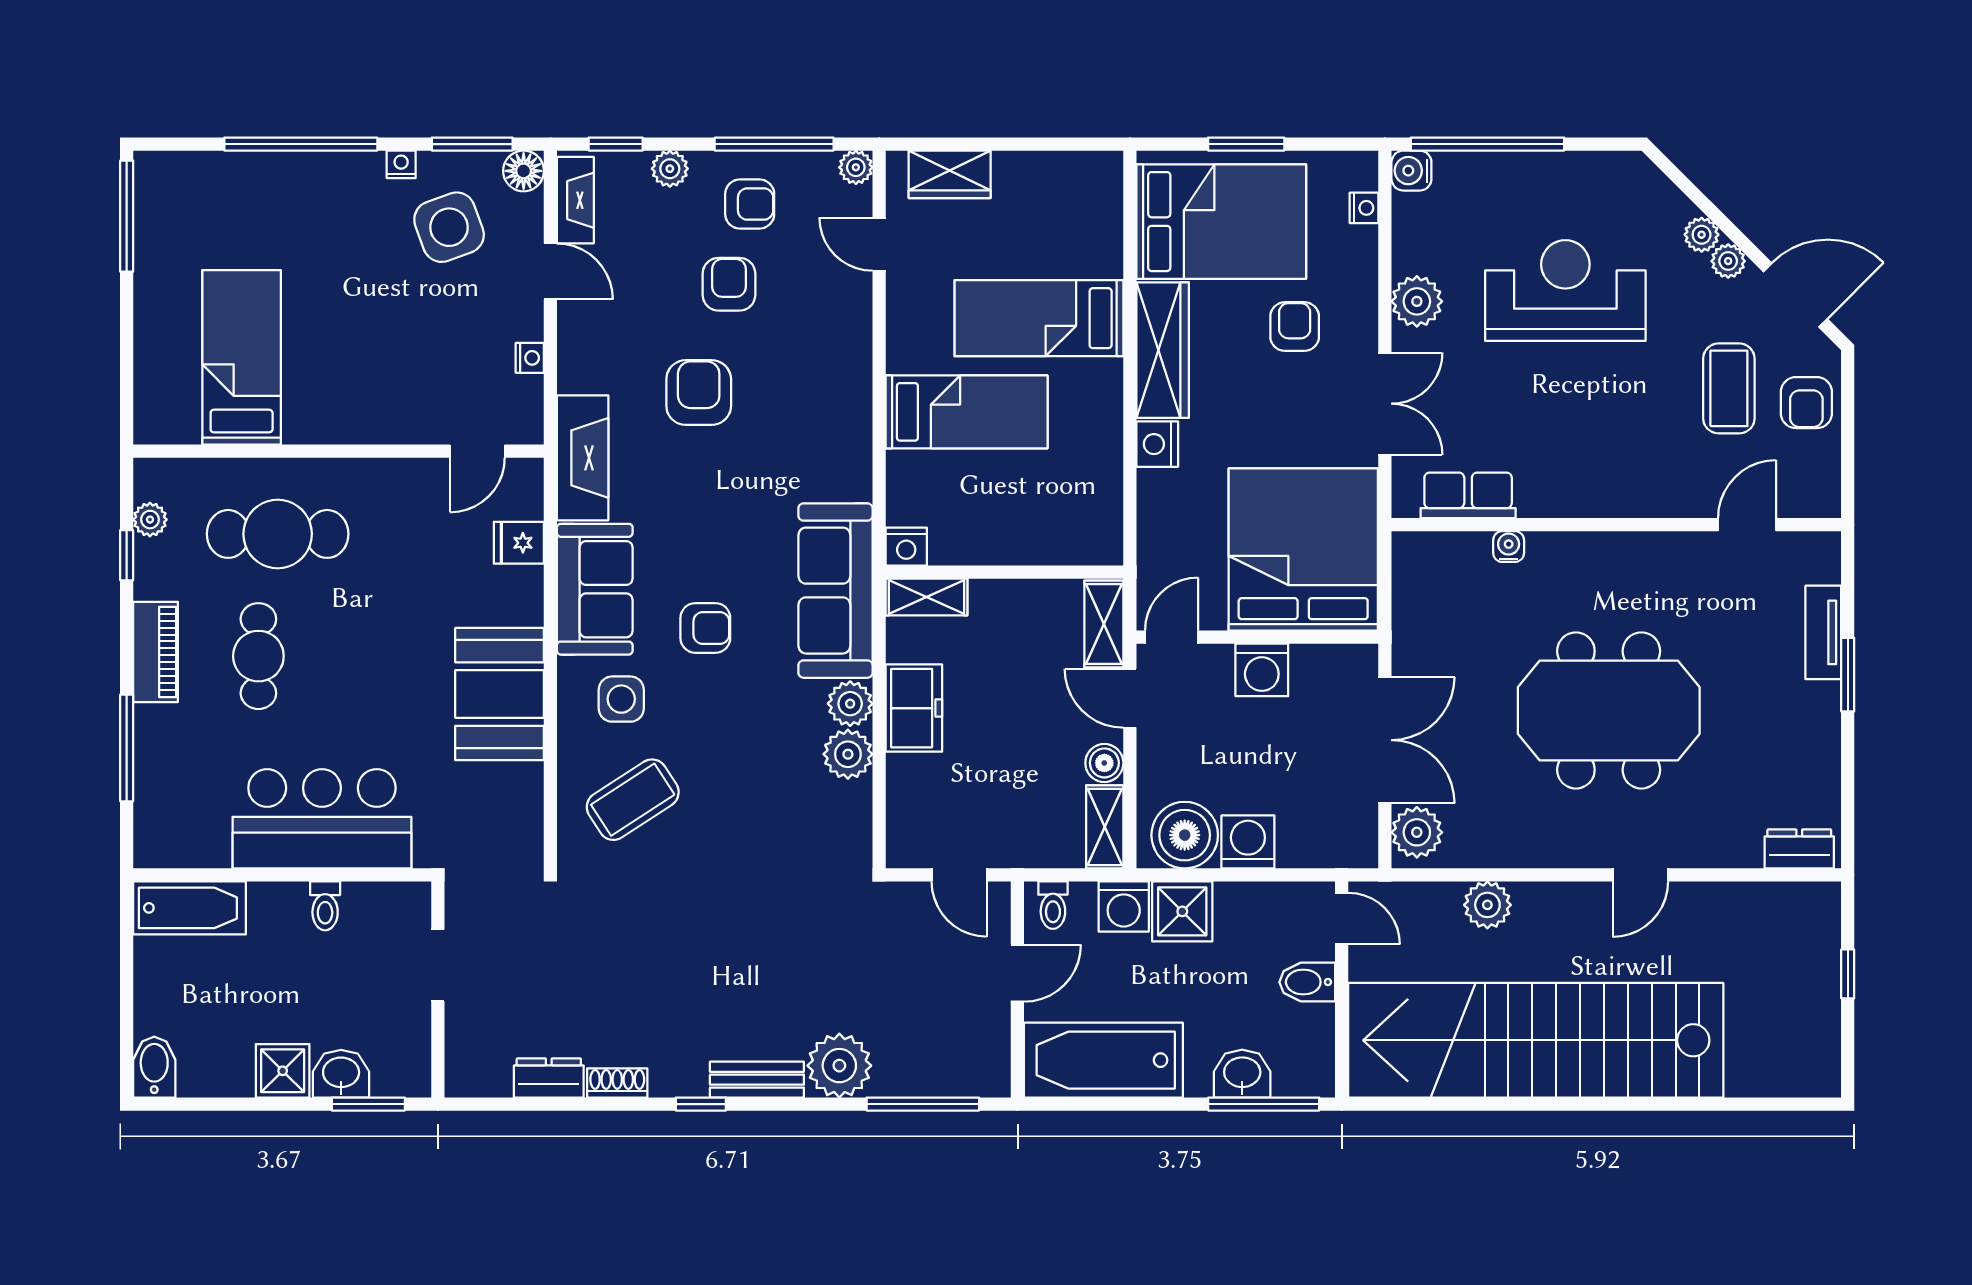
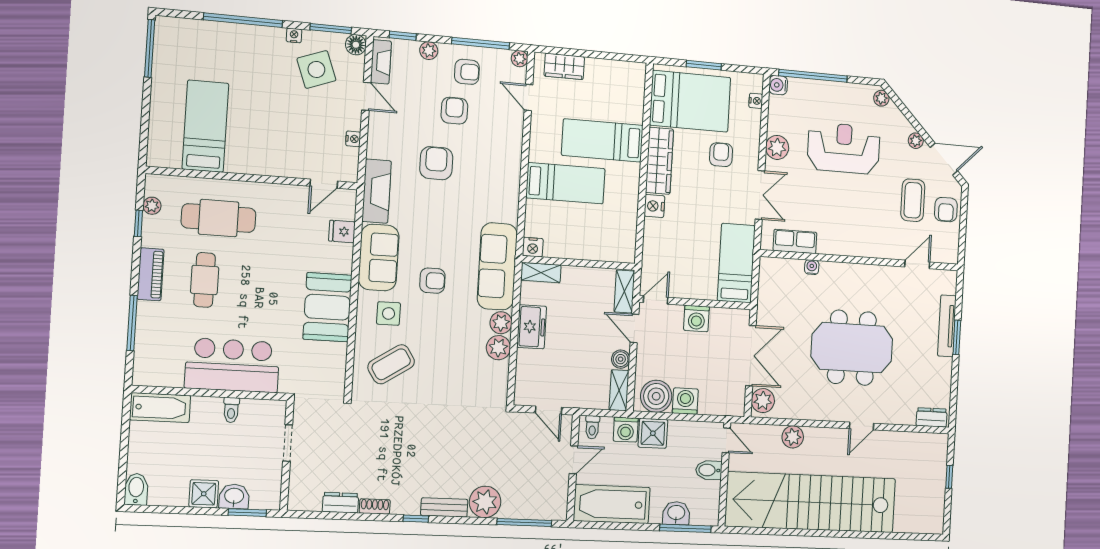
plant: (1702, 235) -> (881, 98), moved
bed: (1303, 550) -> (736, 263), width x0.49
tv unit: (1823, 632) -> (947, 326), width x1.41

